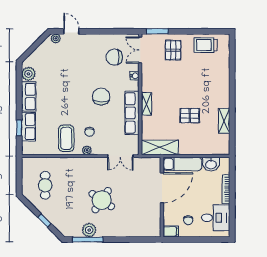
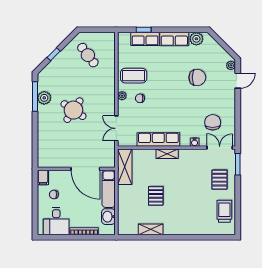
pallet: (173, 50) -> (219, 180), turned 90
chair: (101, 96) -> (197, 77), moved
cafe table: (45, 185) -> (88, 55), turned 53

